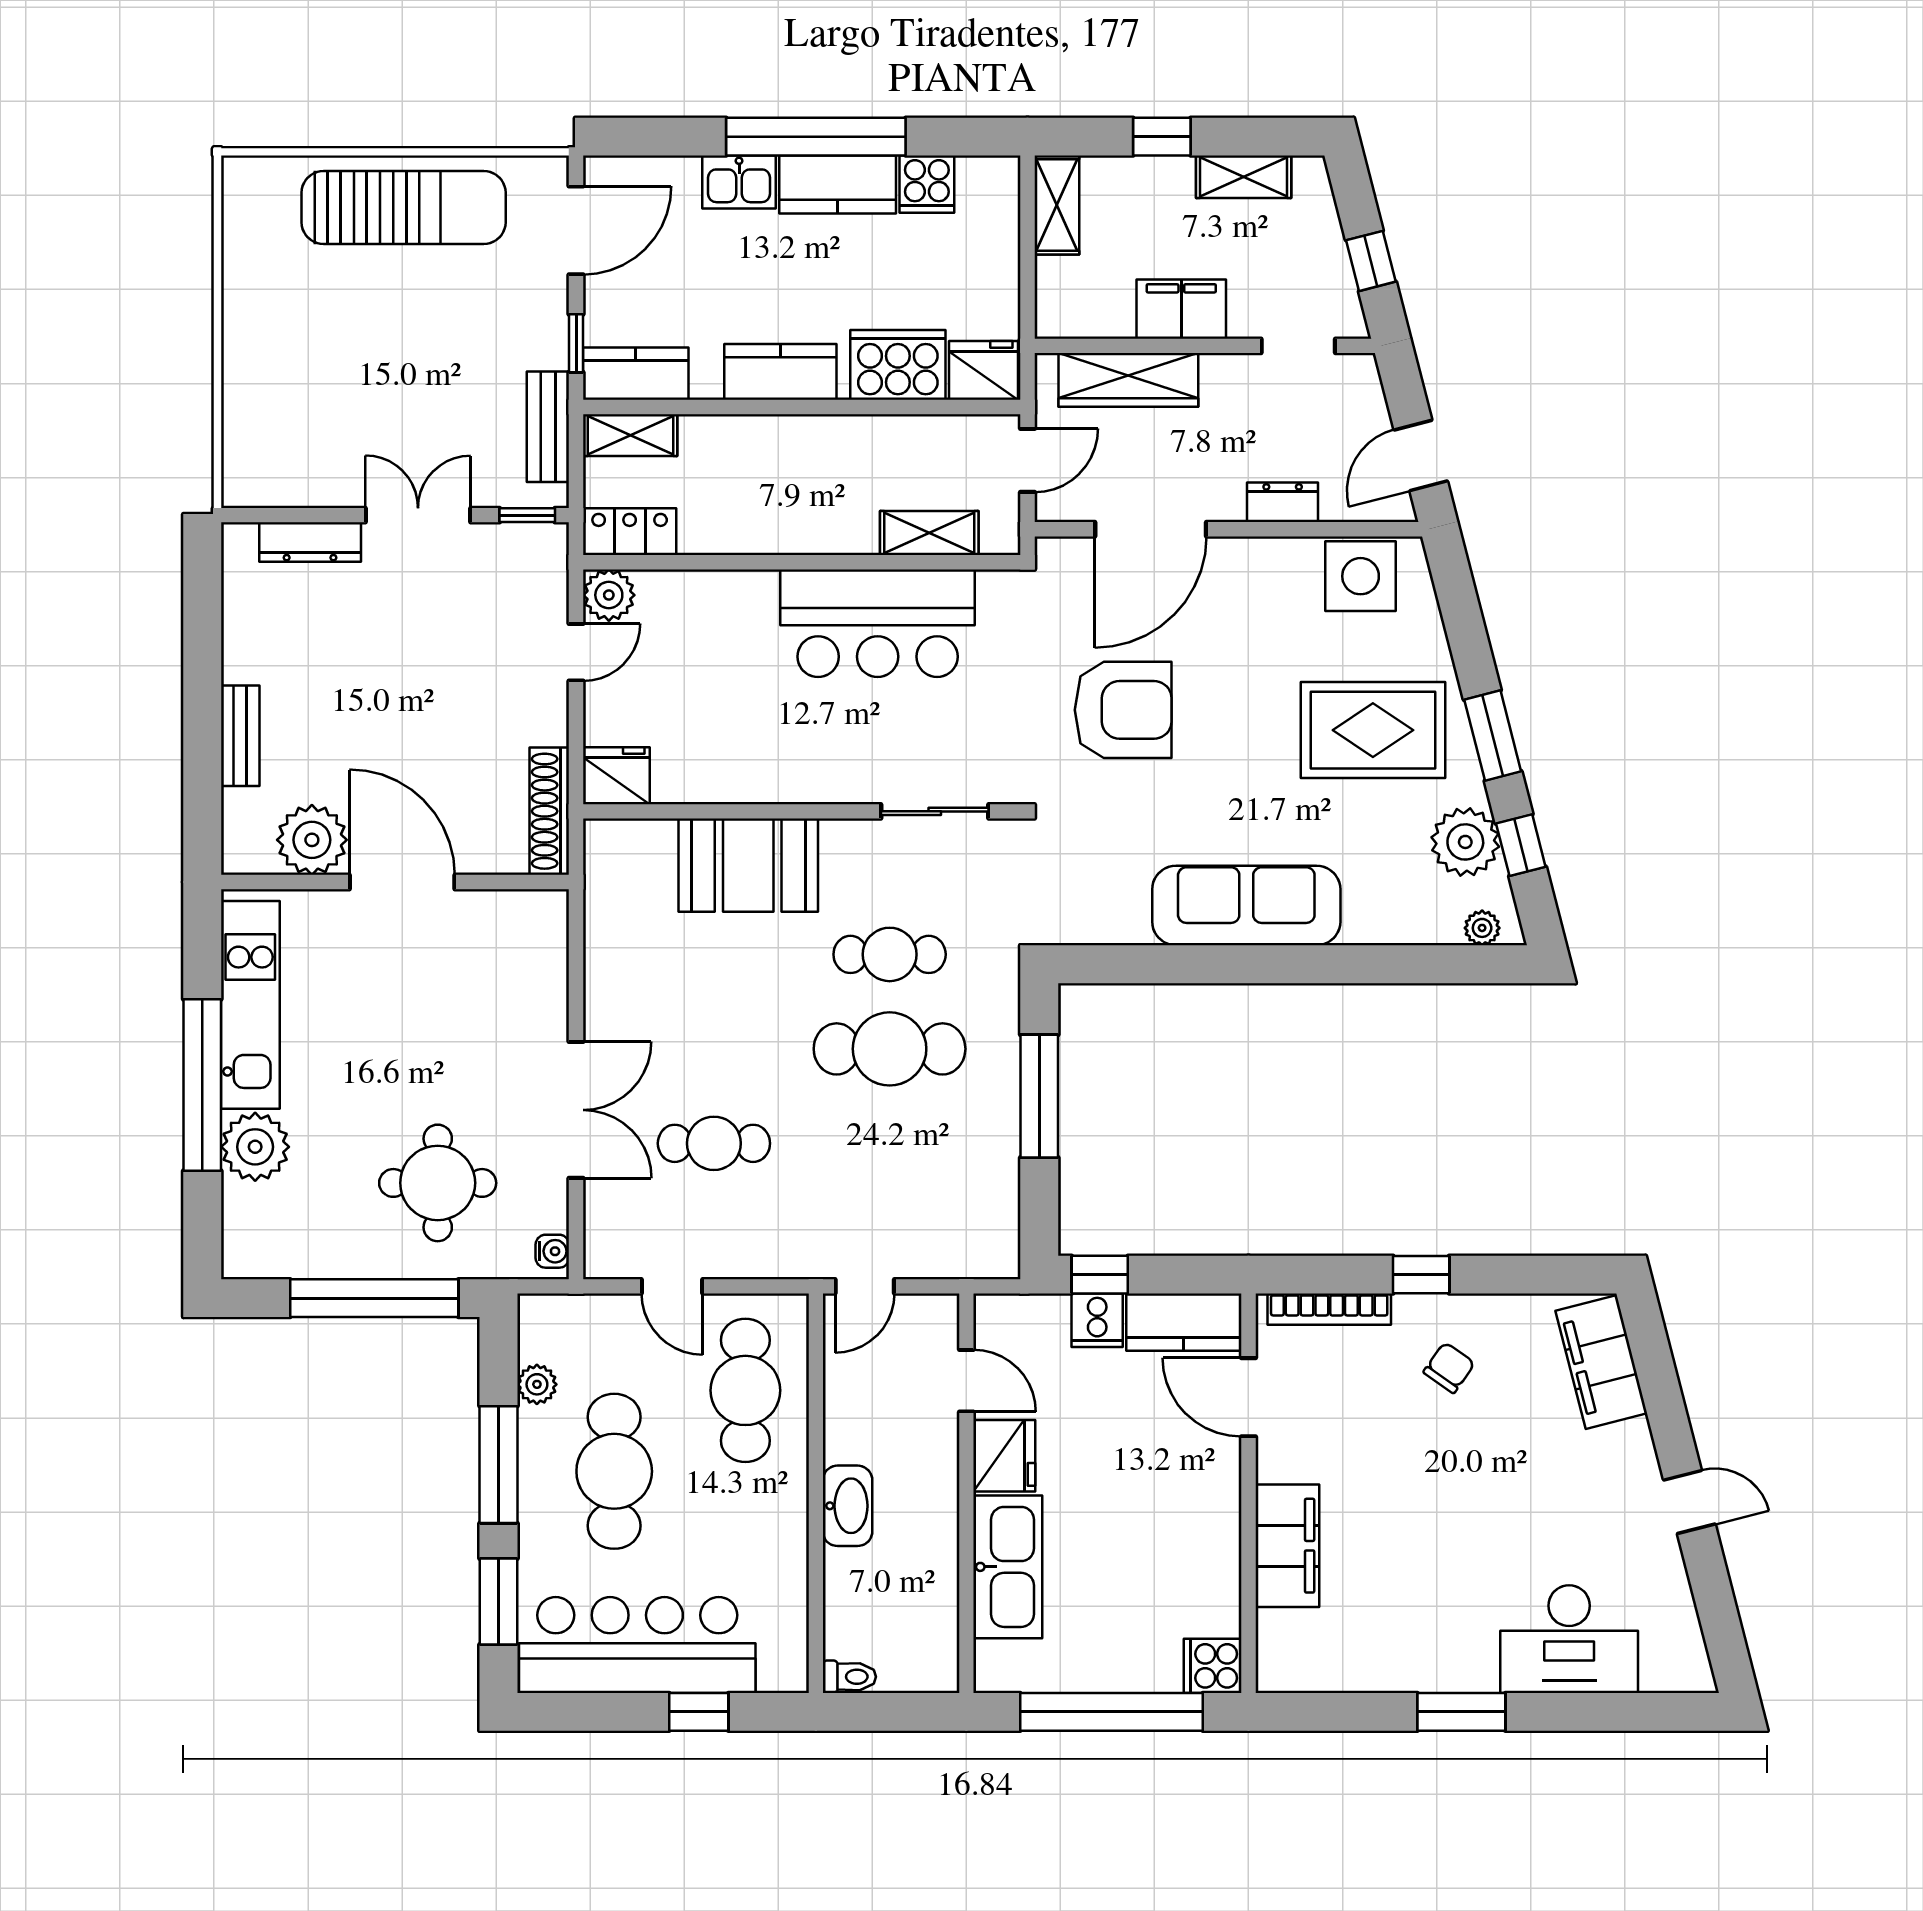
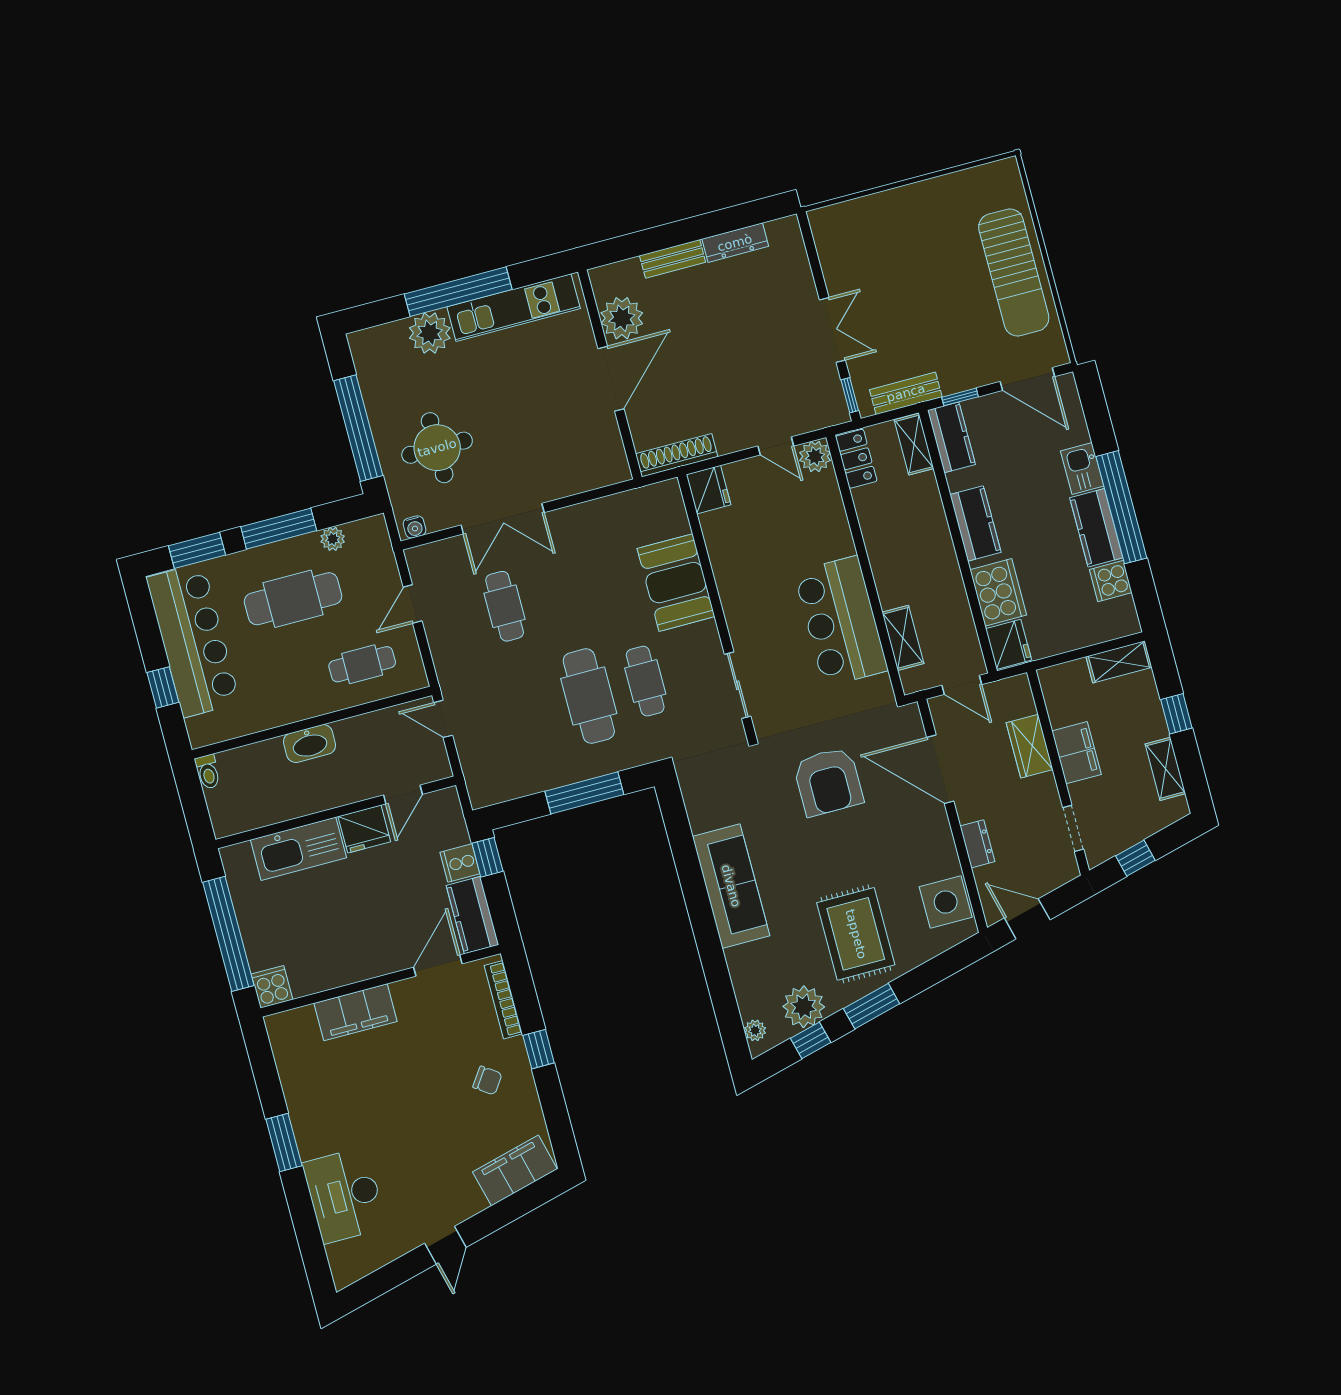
wardrobe: (1128, 380) -> (1030, 746), width x0.67
dresser: (310, 542) -> (735, 243), moved, turned -90
cafe table: (745, 1390) -> (362, 664), width x0.73, depth x0.74

